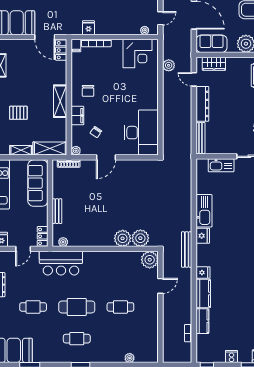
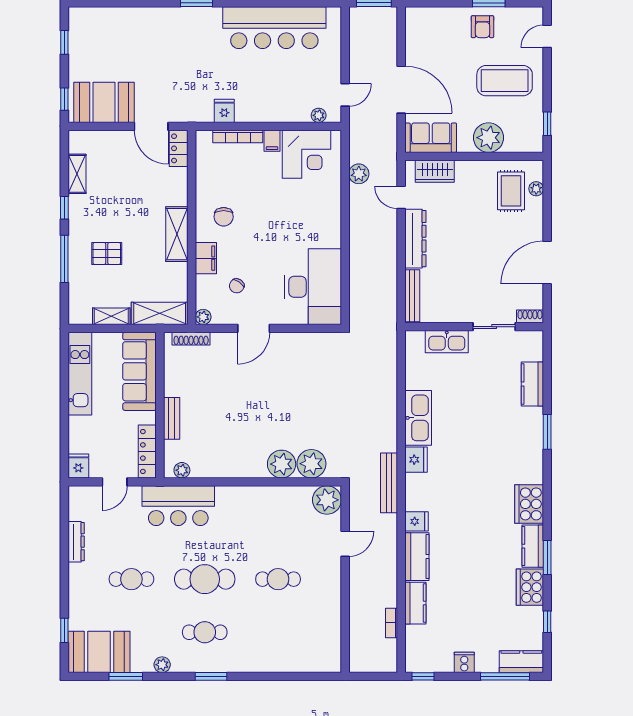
filing cabinet: (76, 46) -> (272, 141), moved
locker: (43, 236) -> (147, 452), width x1.53
plant: (130, 358) -> (162, 665), moved

